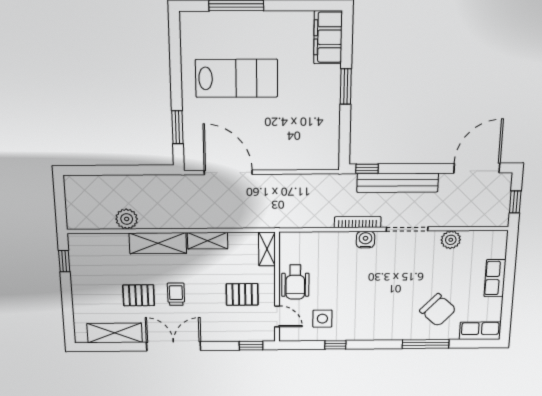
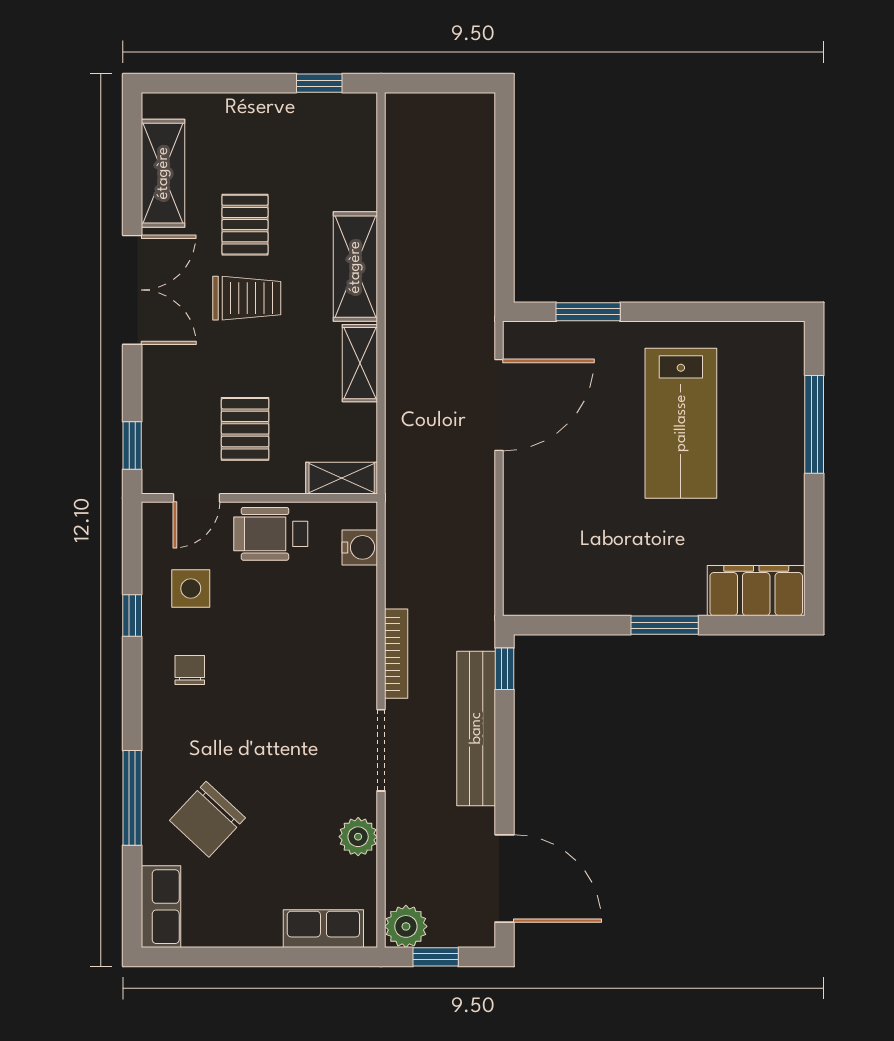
plant: (127, 219) -> (406, 926), moved
water cooler: (365, 240) -> (360, 547), moved
row of seats: (495, 278) -> (323, 929), moved
trolley: (176, 294) -> (247, 298), width x1.36, depth x1.39
chair: (363, 319) -> (190, 670), added

